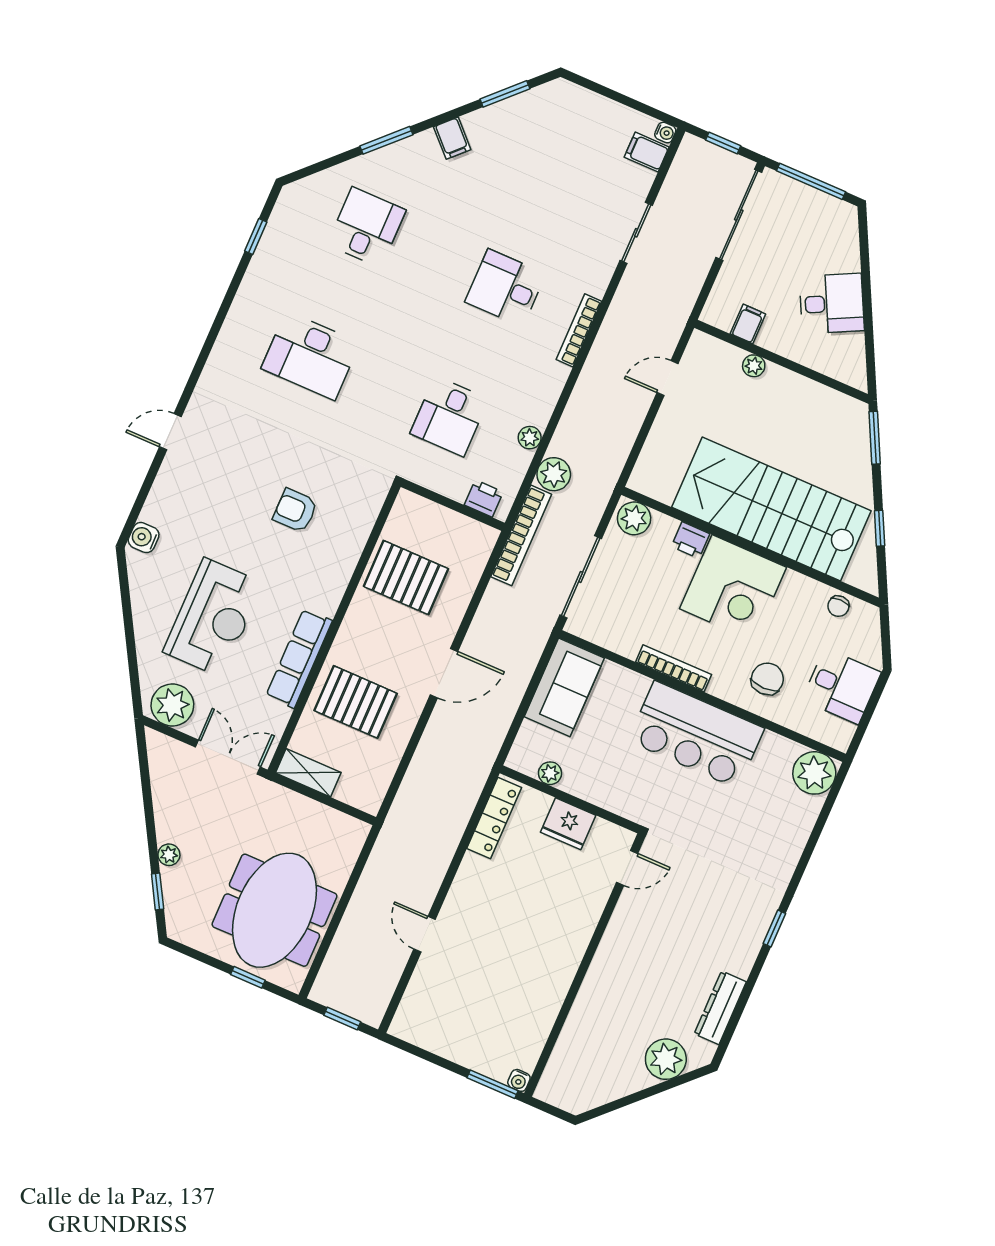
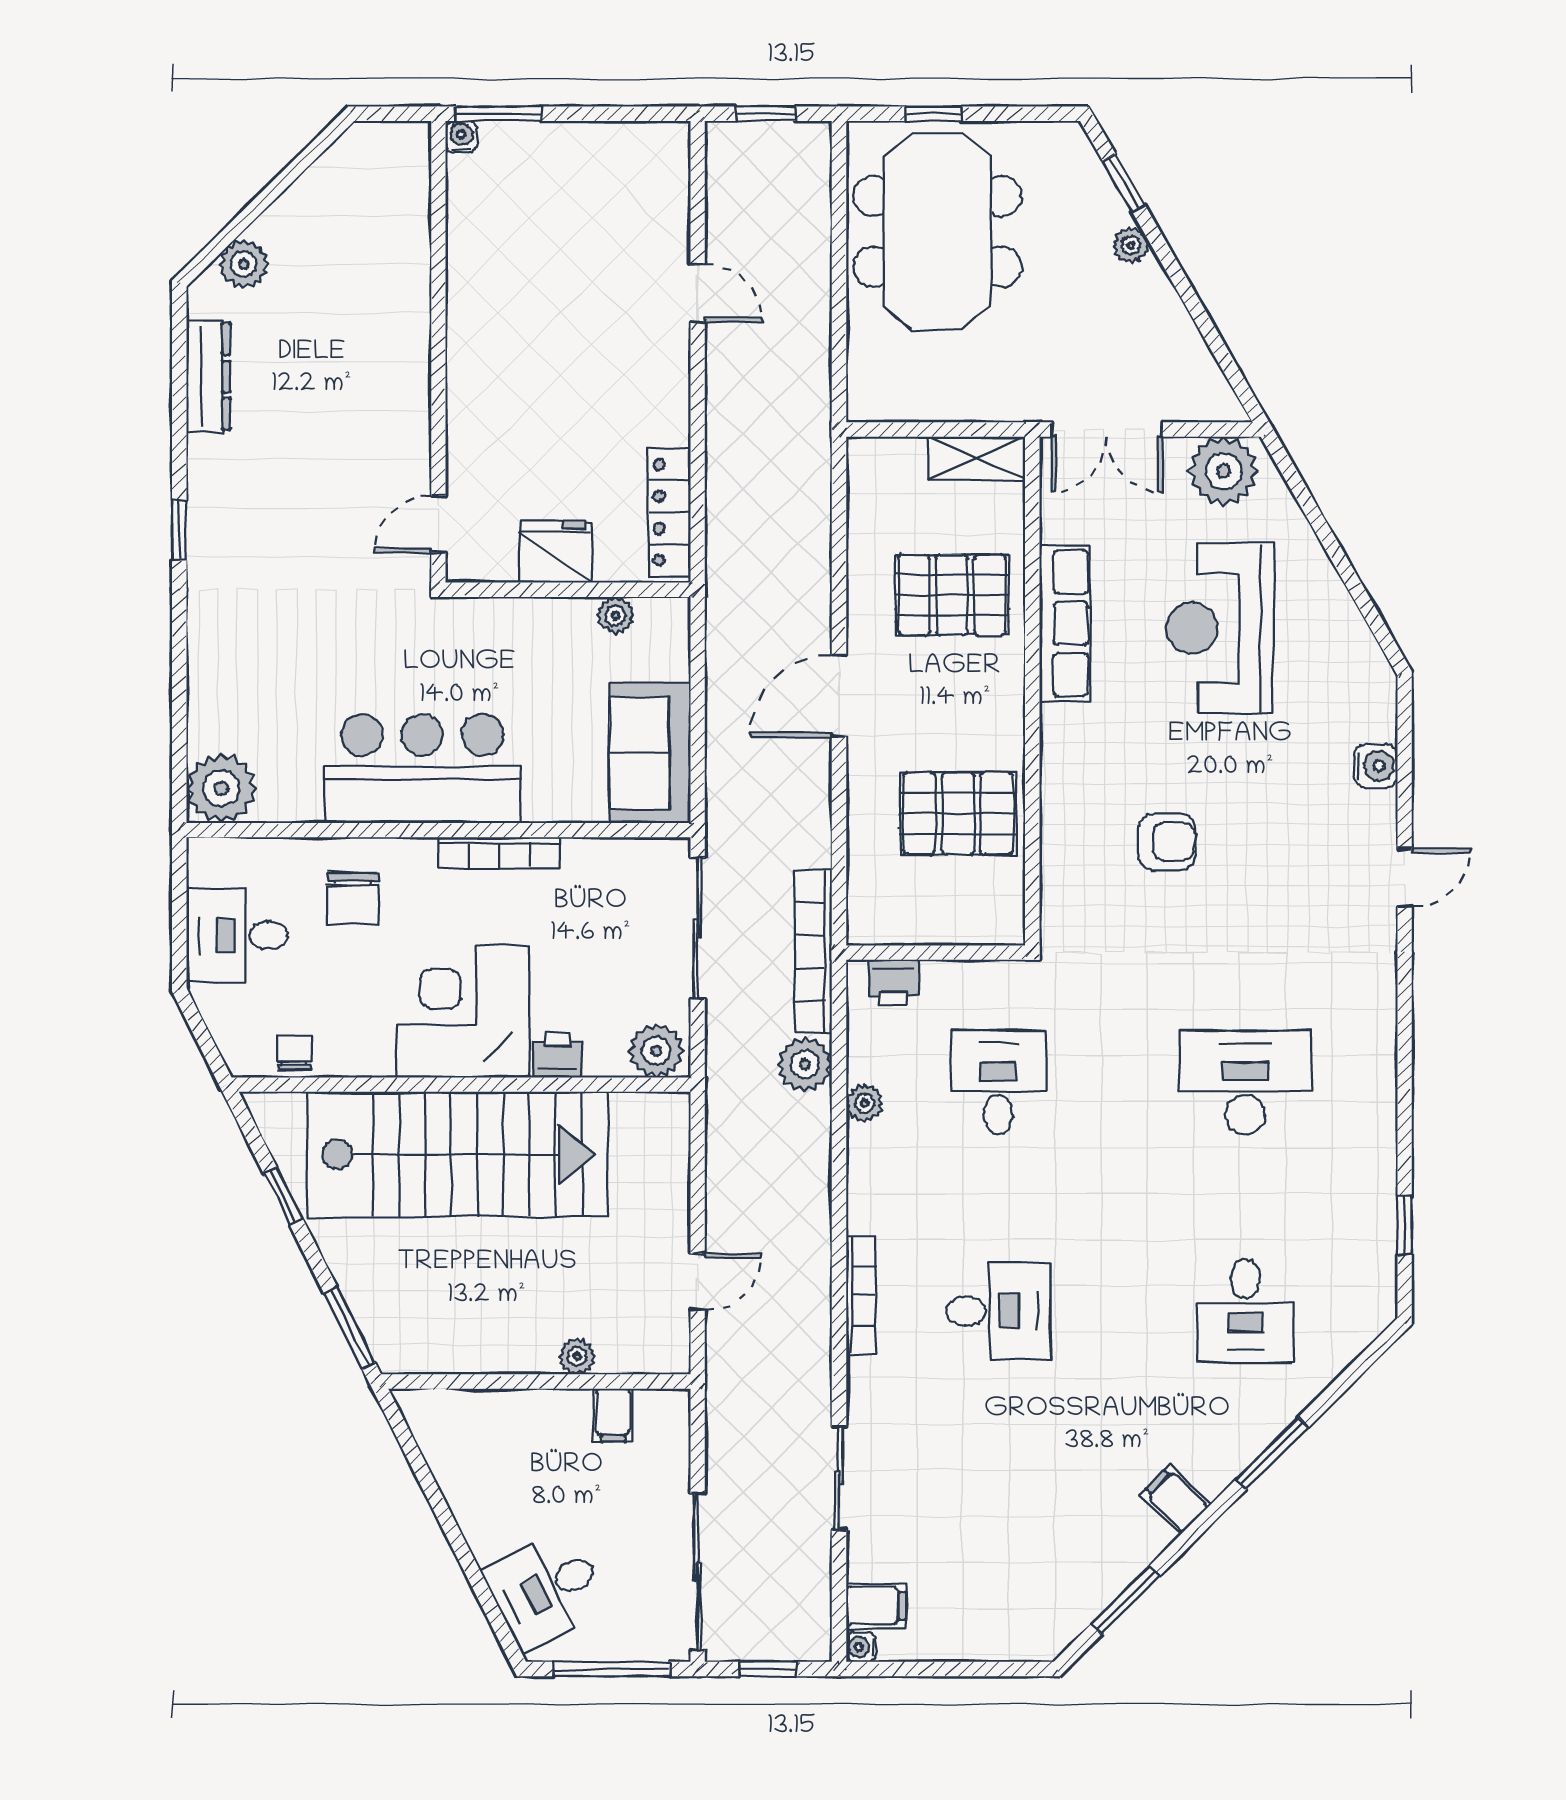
desk: (832, 304) -> (546, 1590), moved
water cooler: (144, 538) -> (1376, 766), moved
plant: (666, 1059) -> (244, 264), width x0.73, depth x0.73

